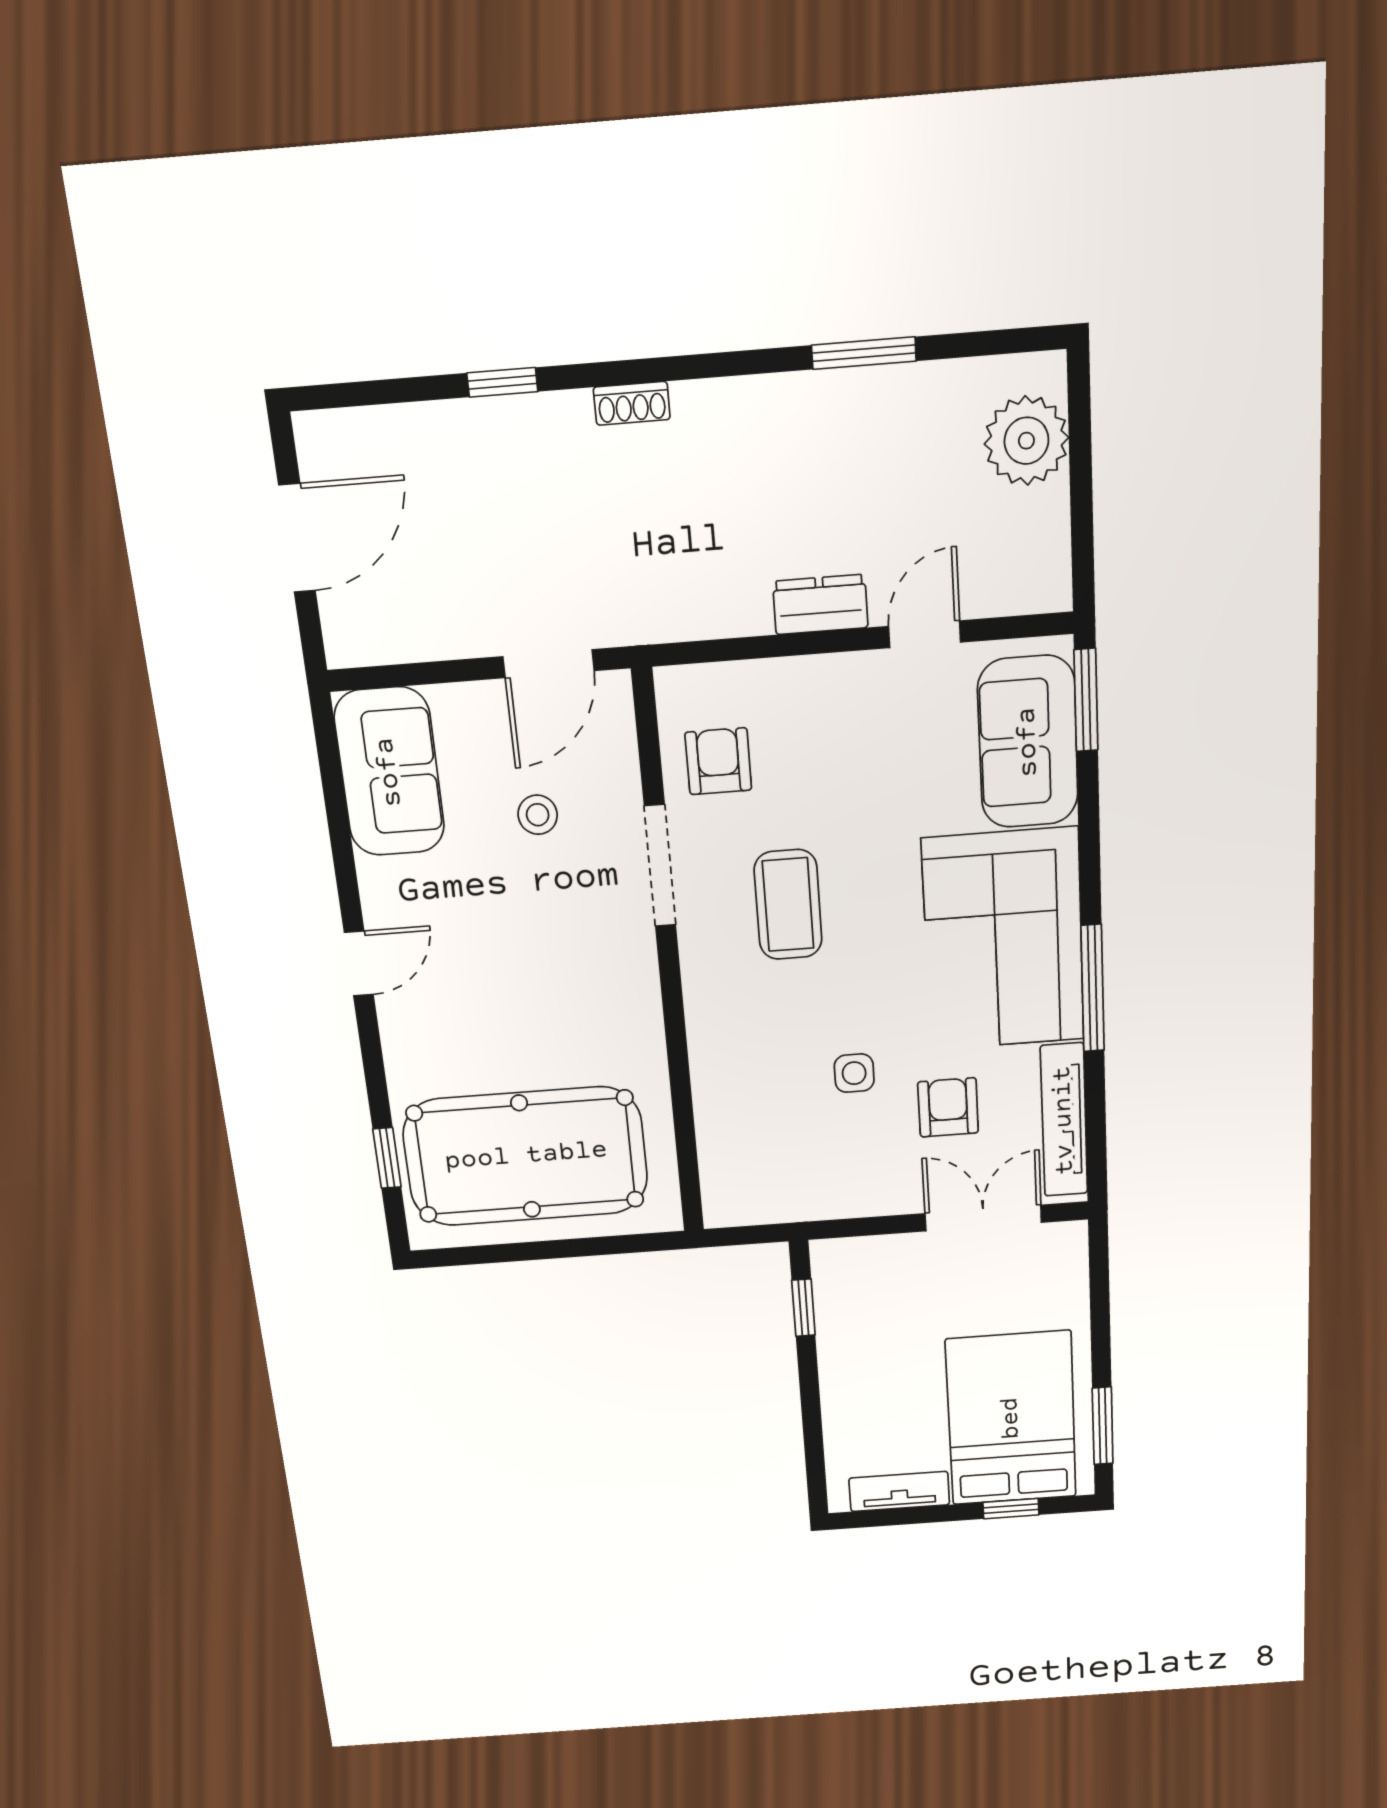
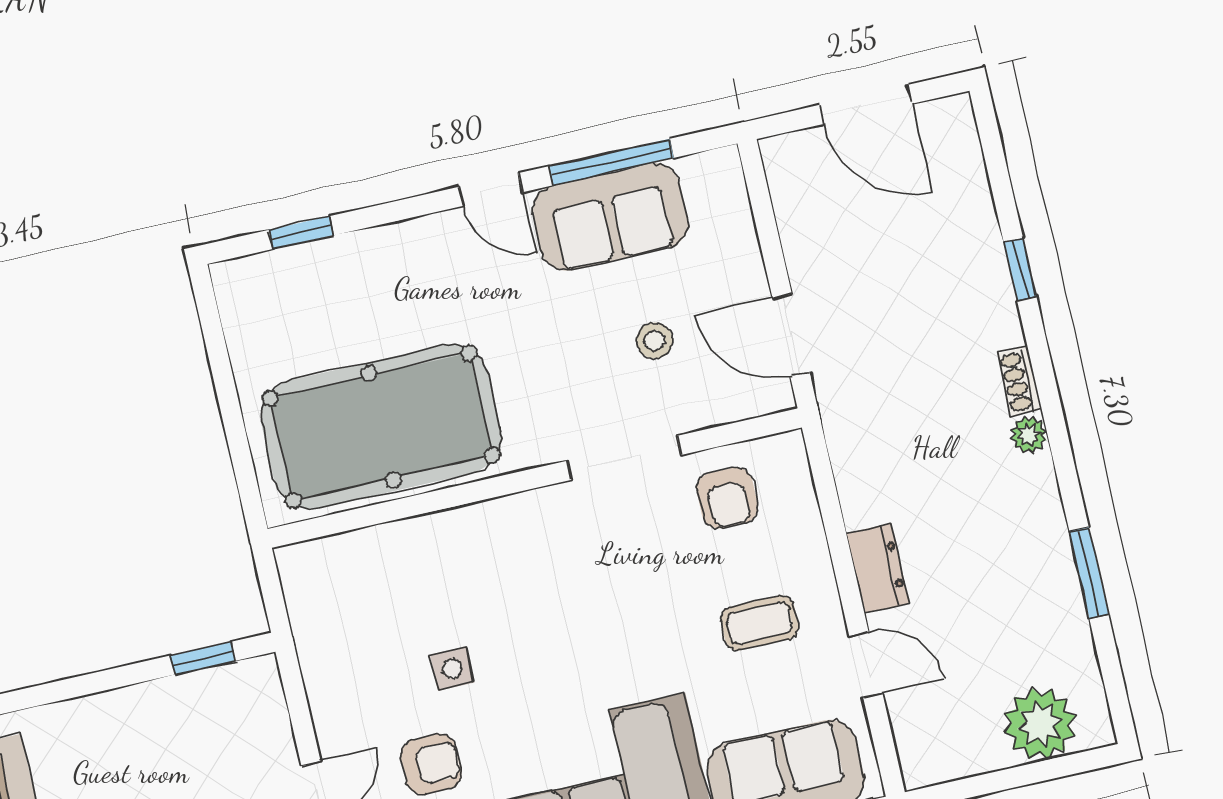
plant: (695, 402) -> (1029, 435), added
armchair: (718, 761) -> (727, 498), turned 90
sofa: (389, 772) -> (610, 217), moved
window: (340, 833) -> (611, 162), added
coffee table: (788, 905) -> (760, 623), moved, width x0.73, depth x0.77
pool table: (526, 1156) -> (381, 427), moved, turned 90

